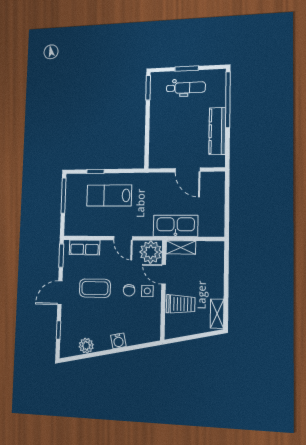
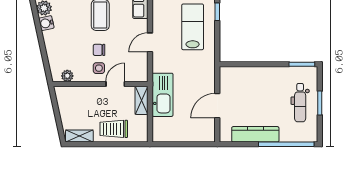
plant: (151, 252) -> (67, 76), moved, width x0.53, depth x0.53
trolley: (181, 304) -> (114, 129), moved, turned 90
water cooler: (118, 341) -> (46, 23), moved

